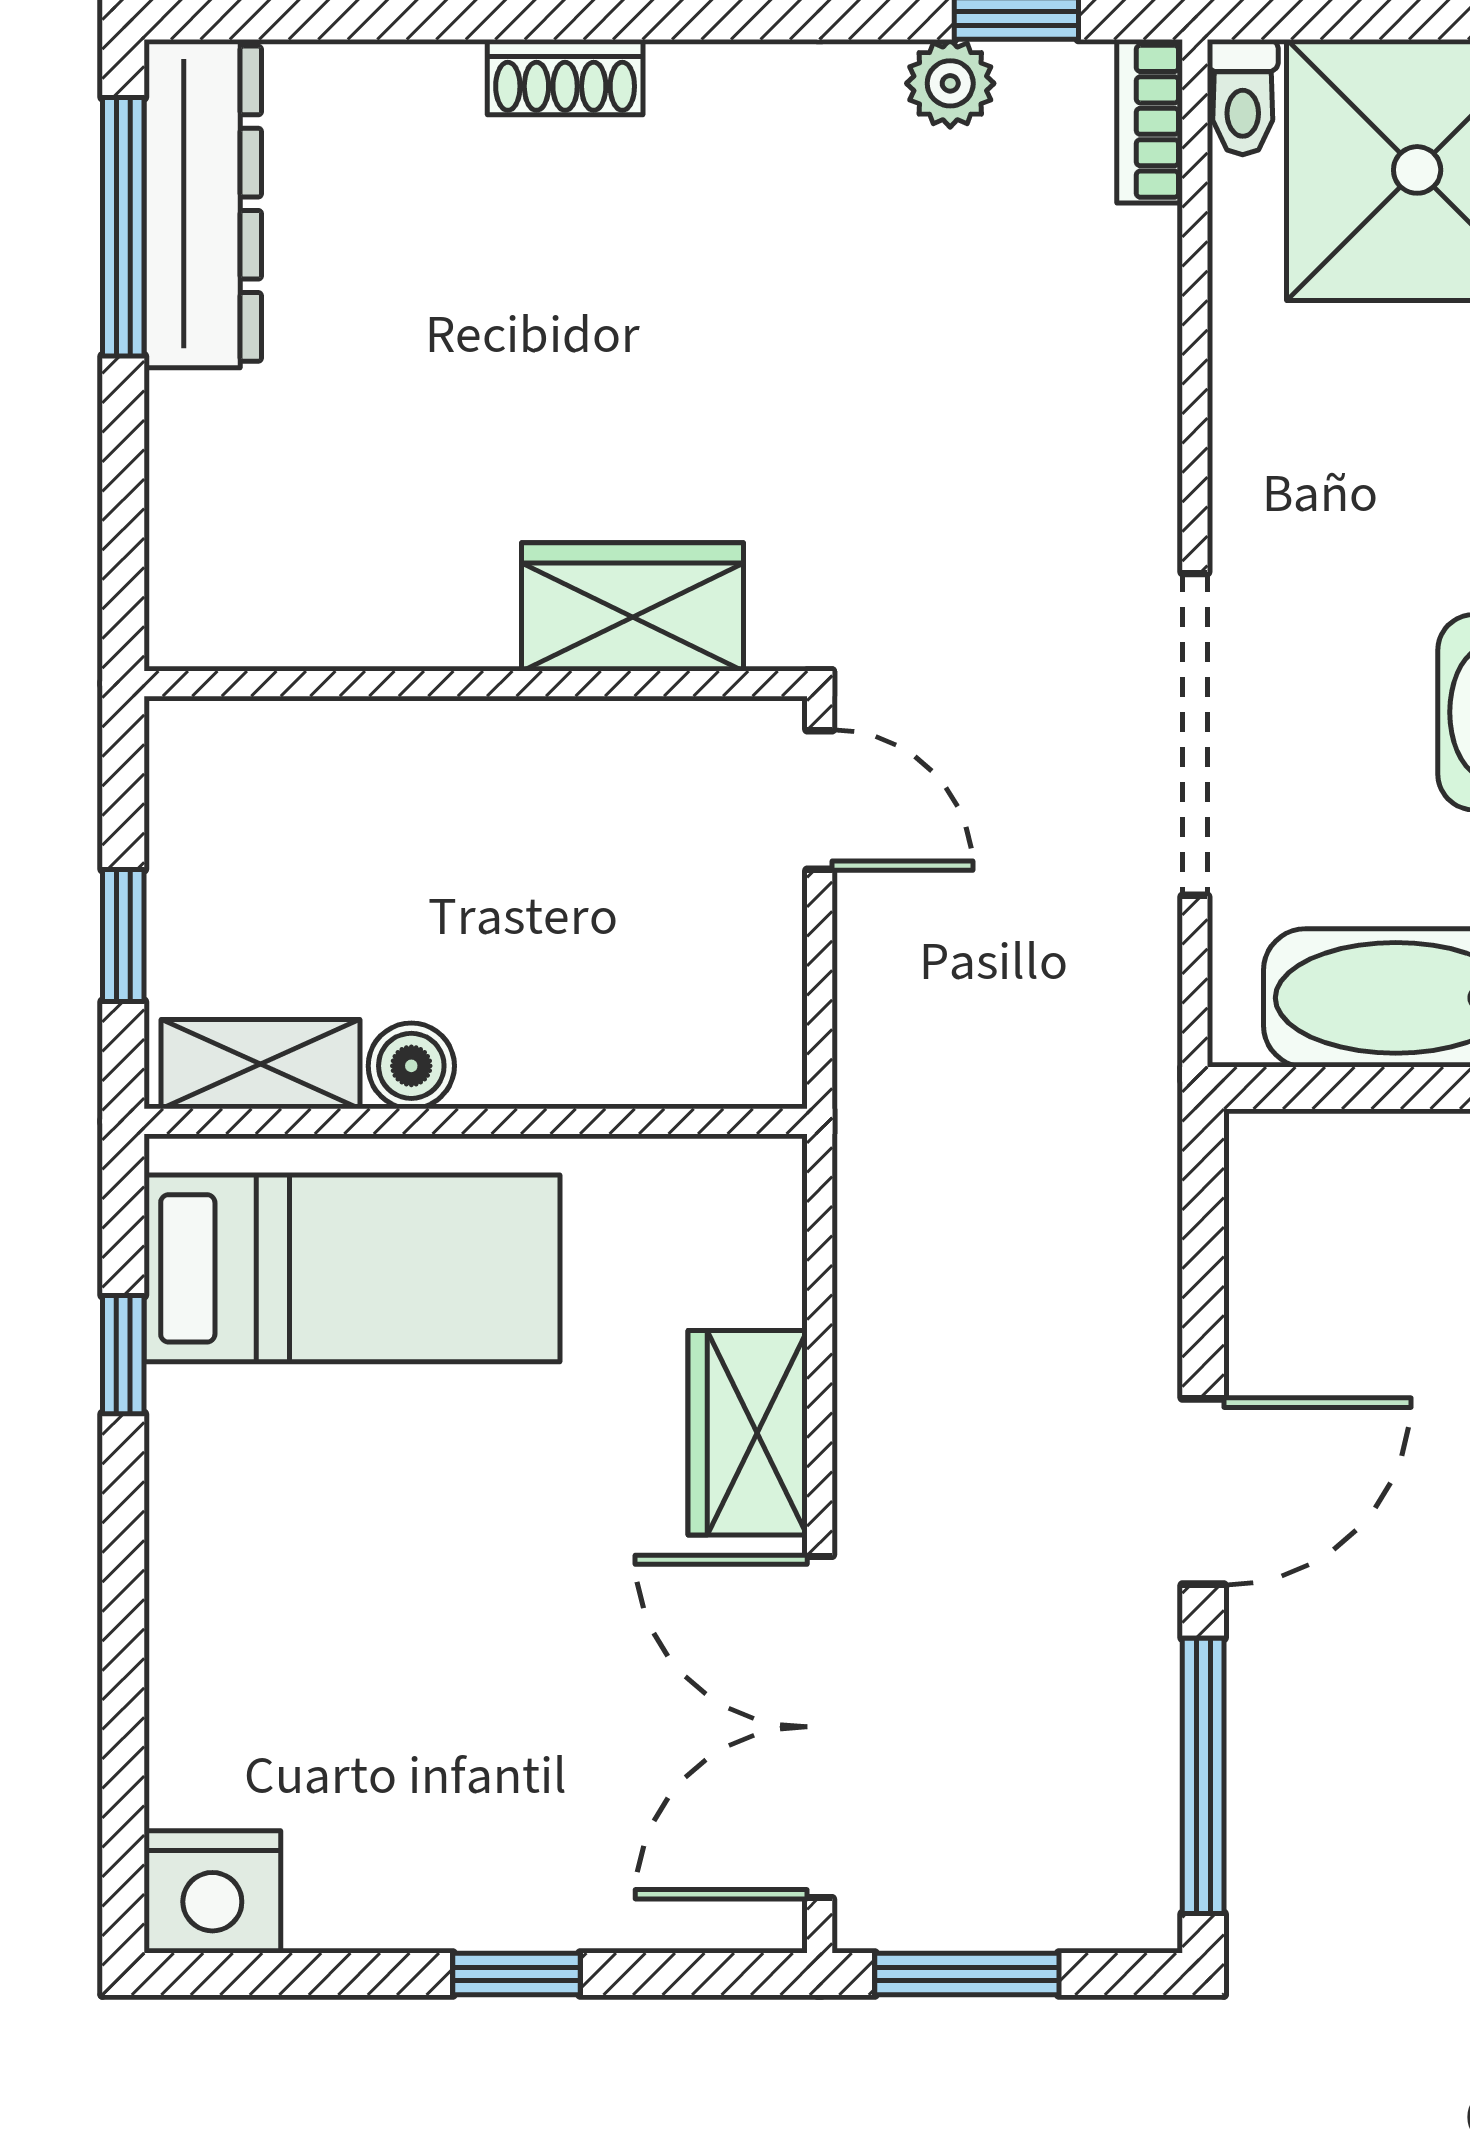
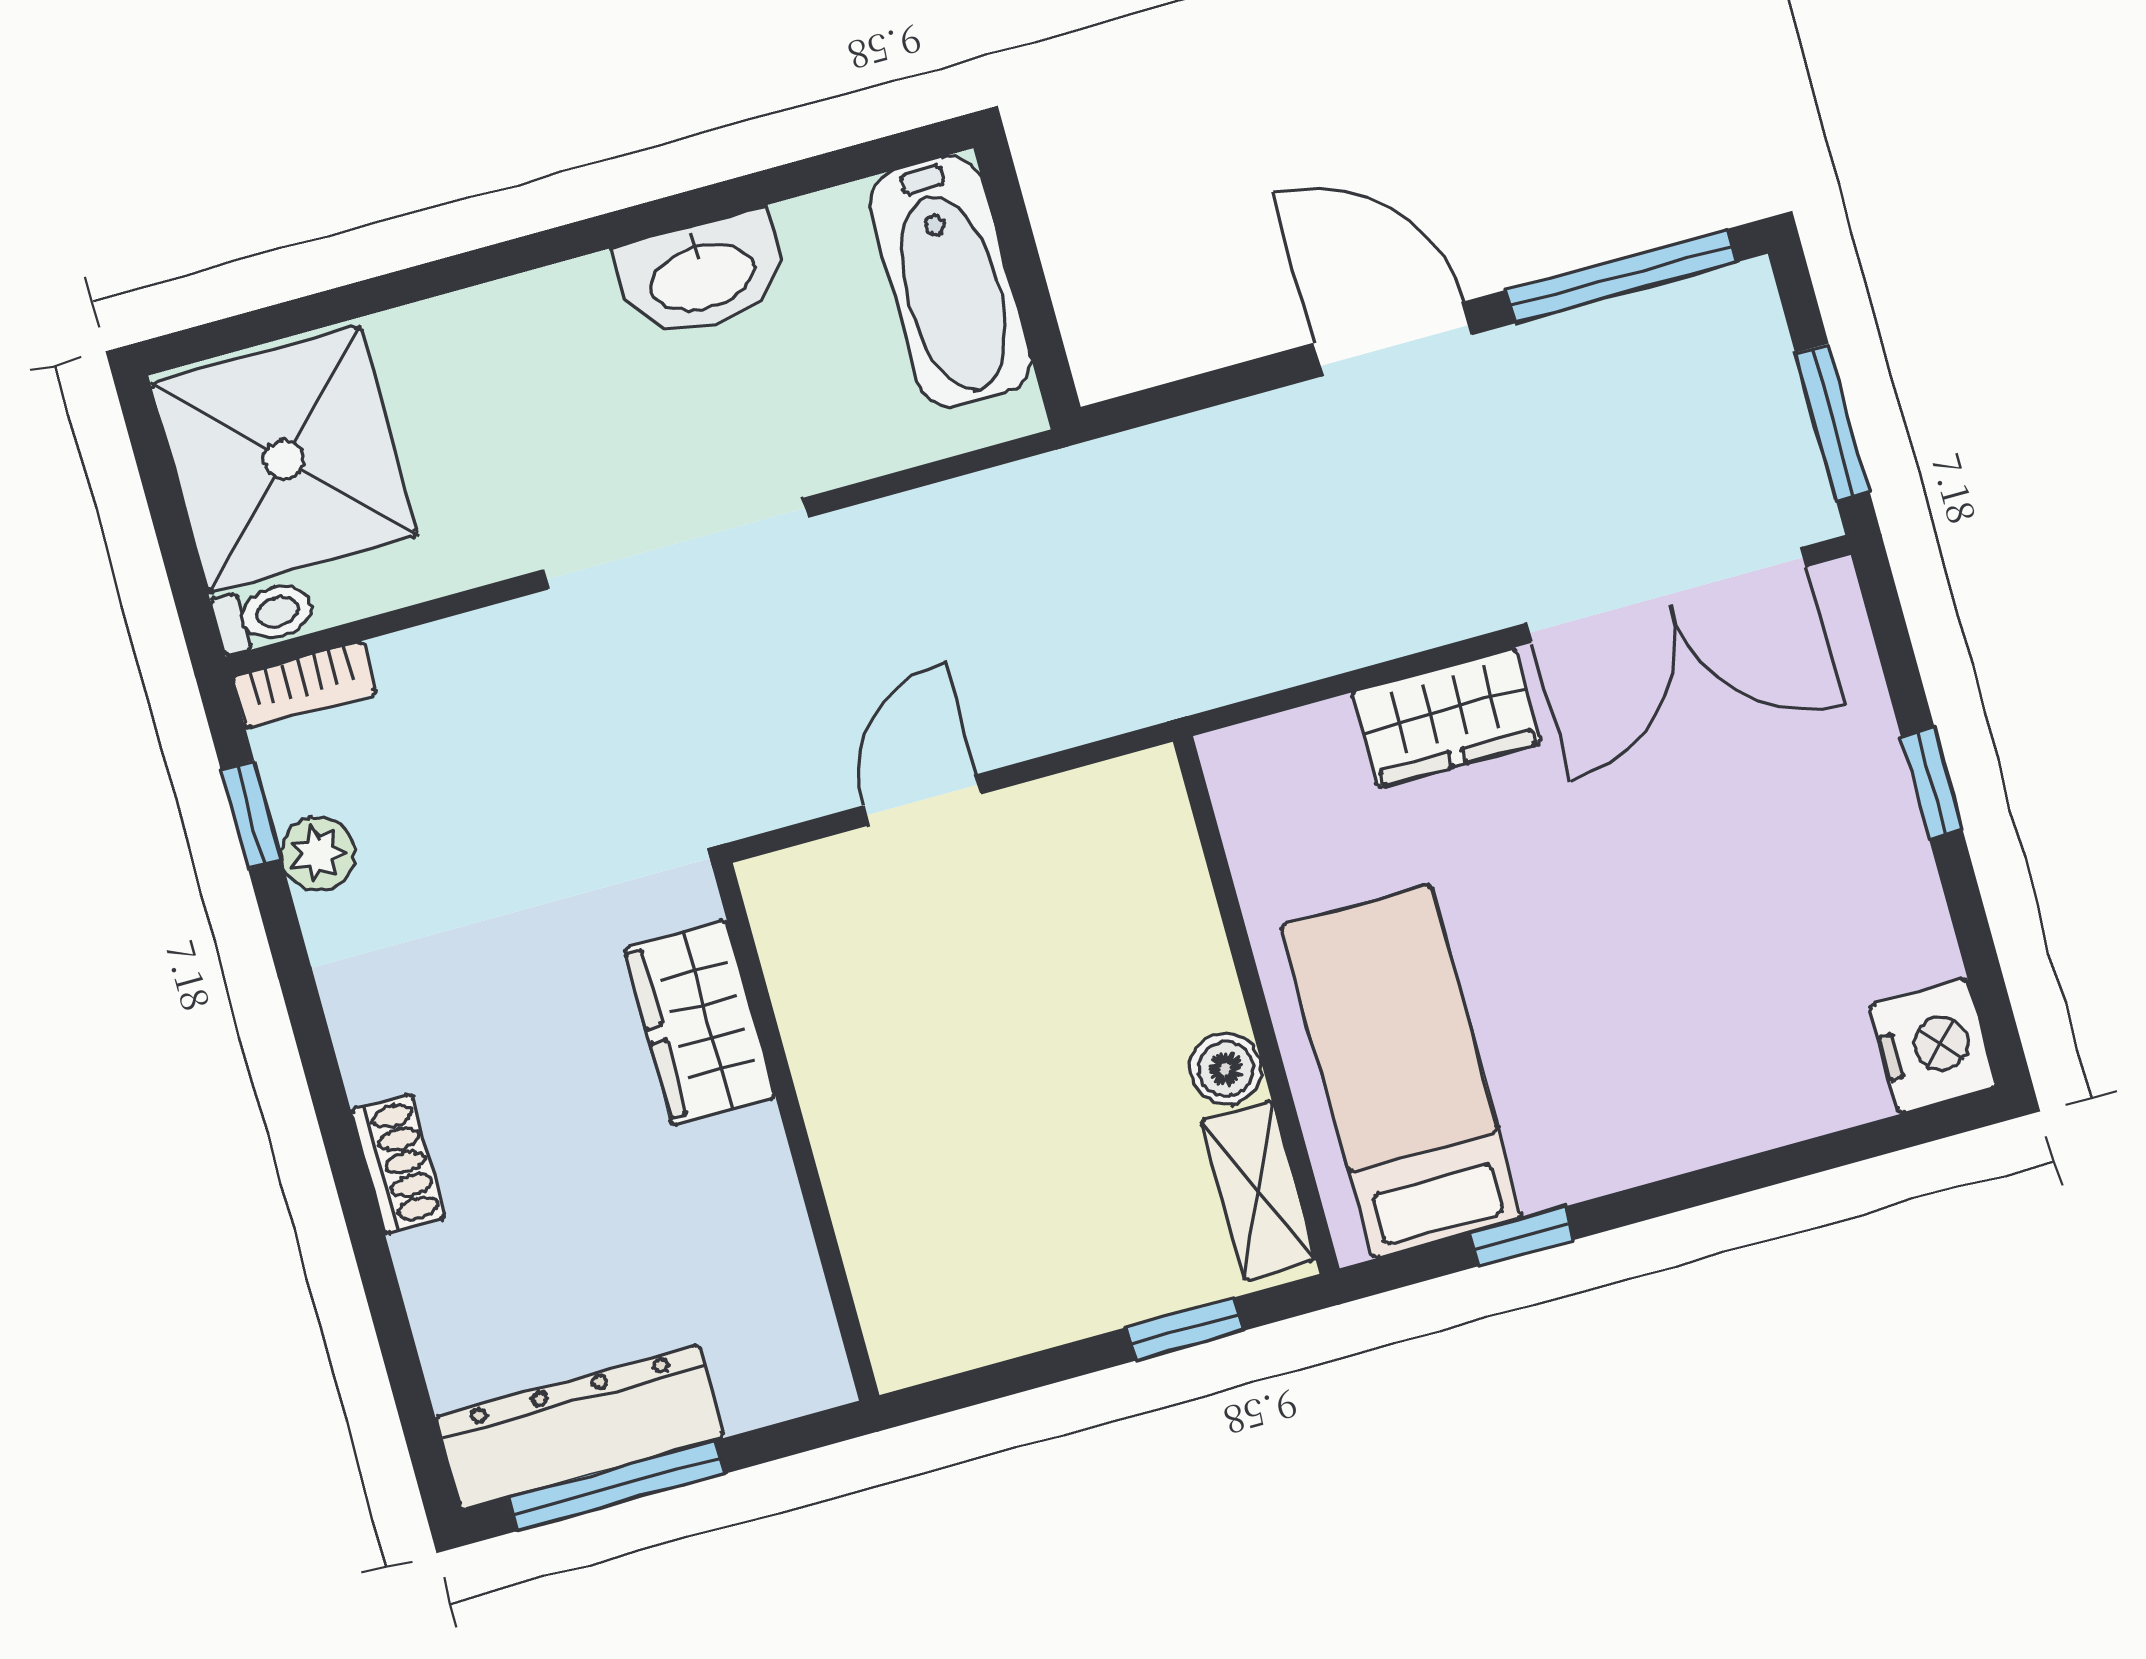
wardrobe: (633, 607) -> (700, 1023), moved
wall: (476, 684) -> (796, 1132), moved
doorway: (1195, 734) -> (675, 544), moved

